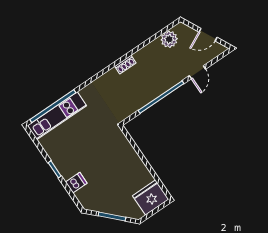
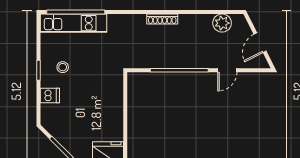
door: (208, 35) -> (260, 43), hinge flipped
shoe rack: (125, 65) -> (162, 19), width x1.43
stool: (71, 155) -> (63, 67), added

